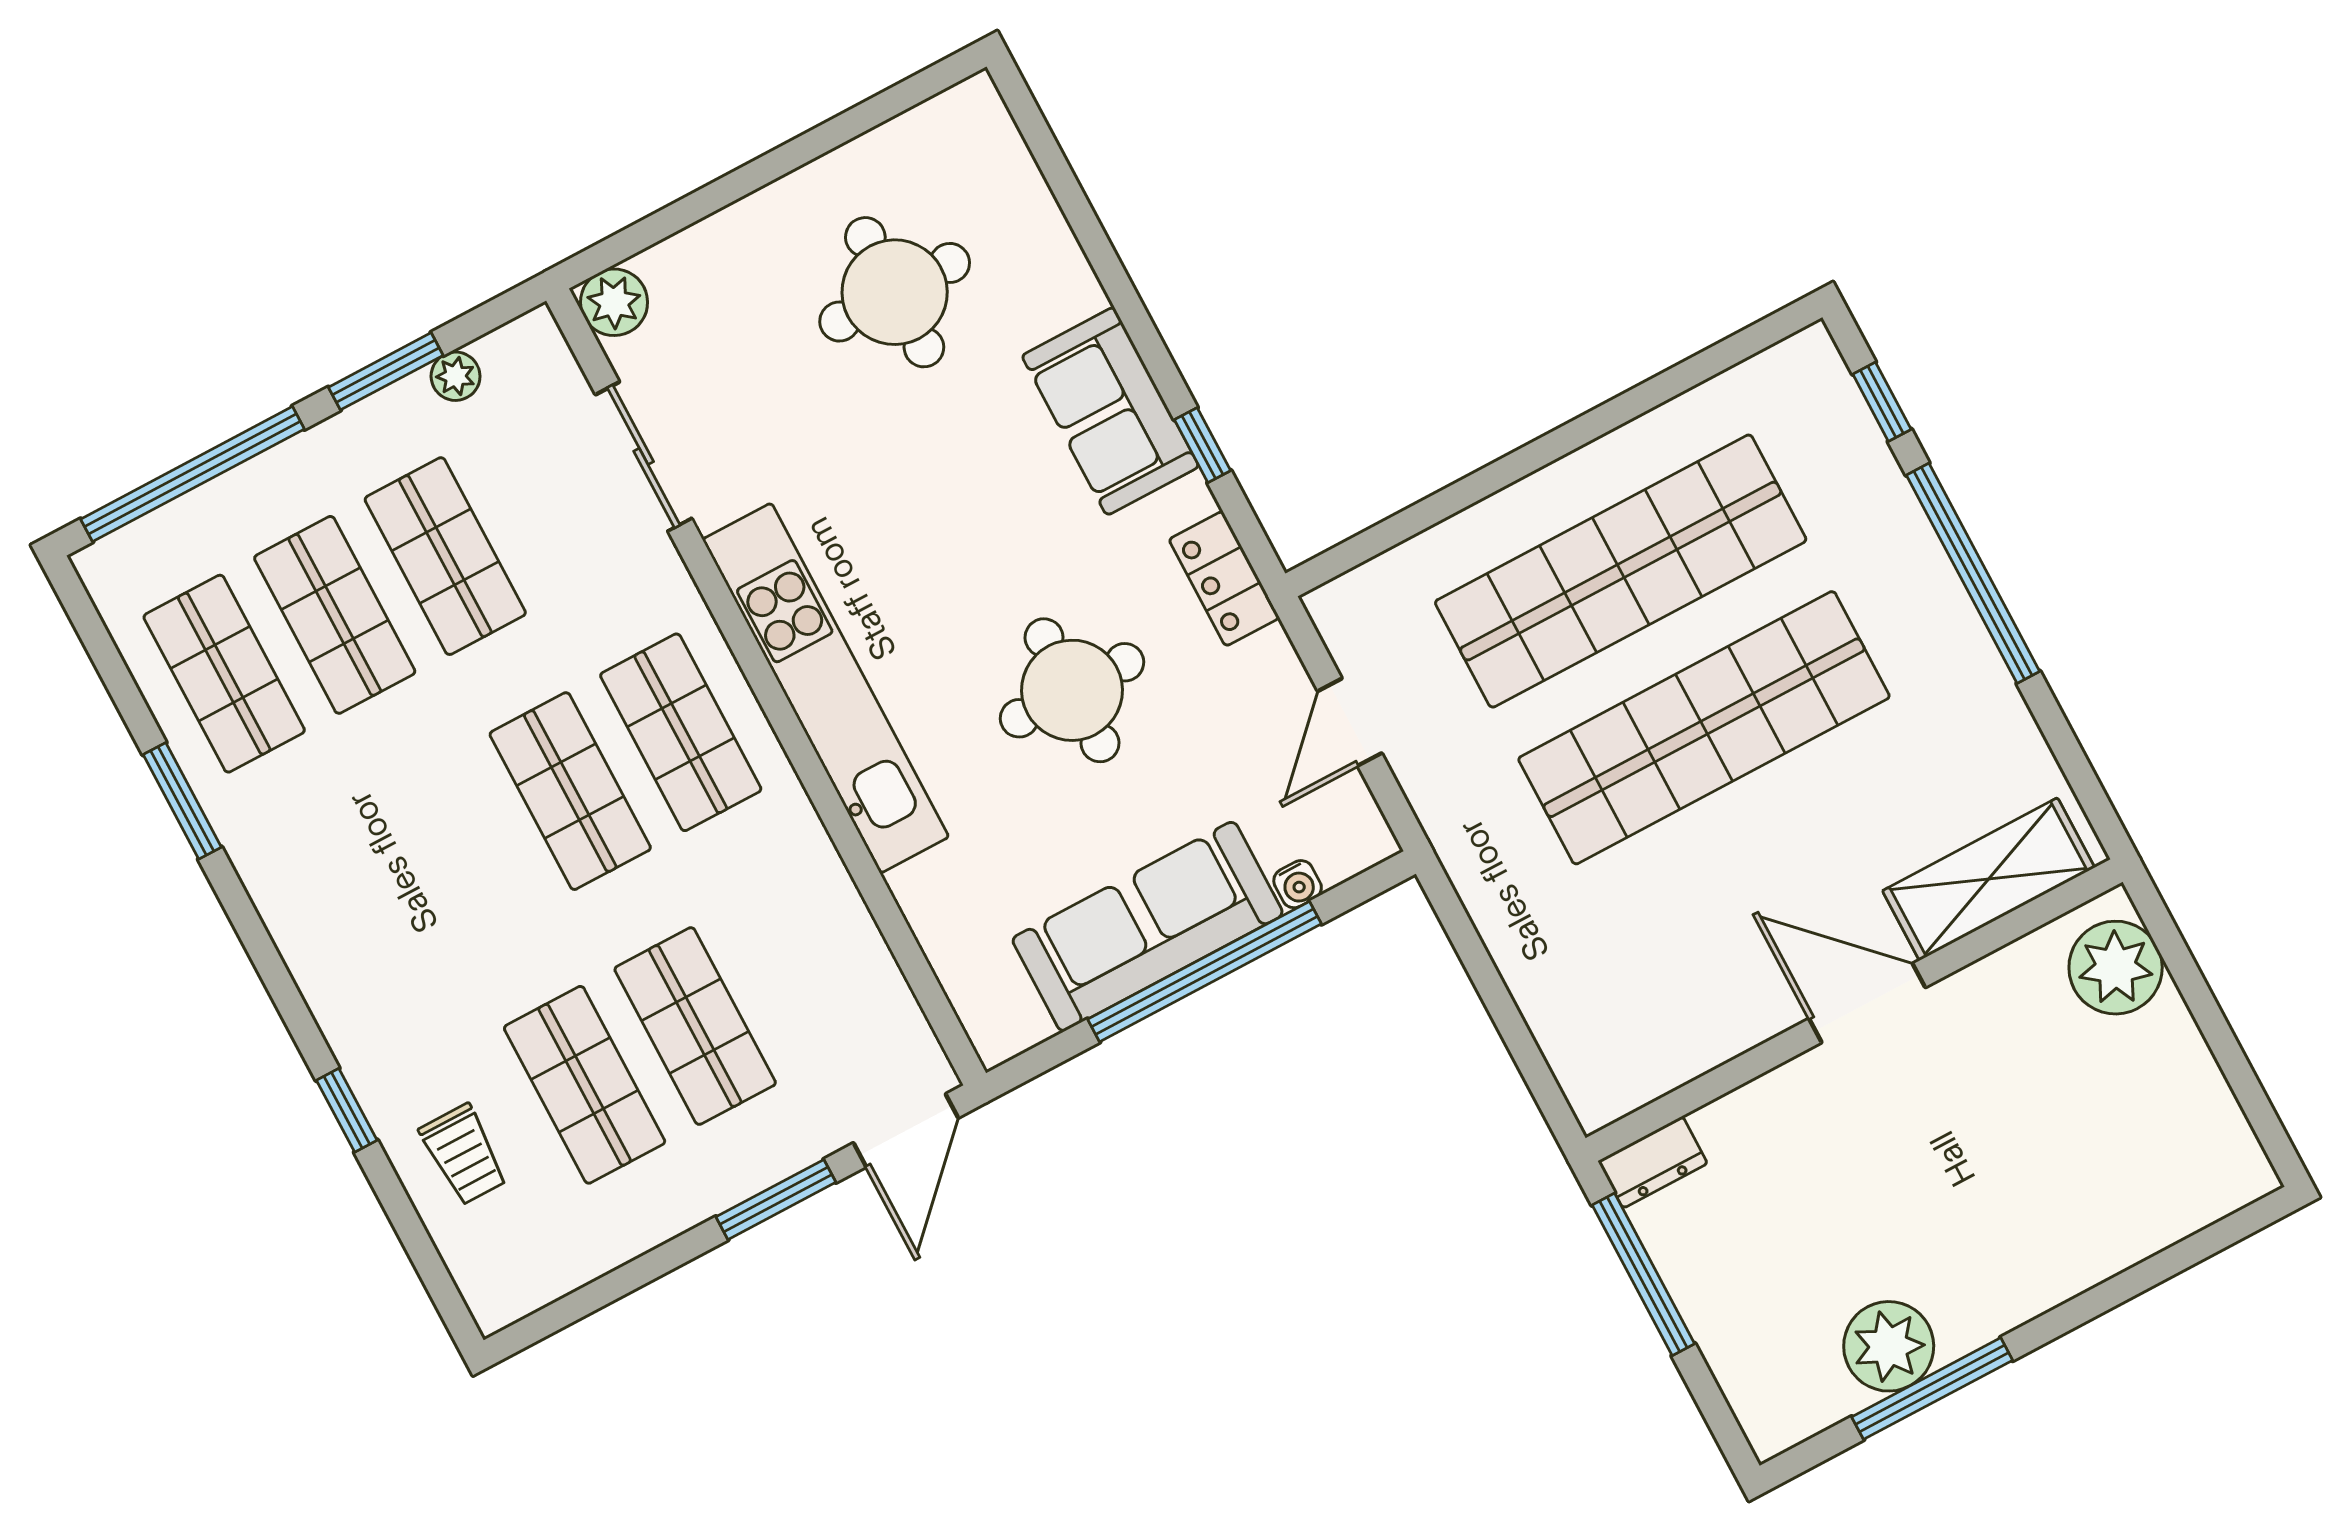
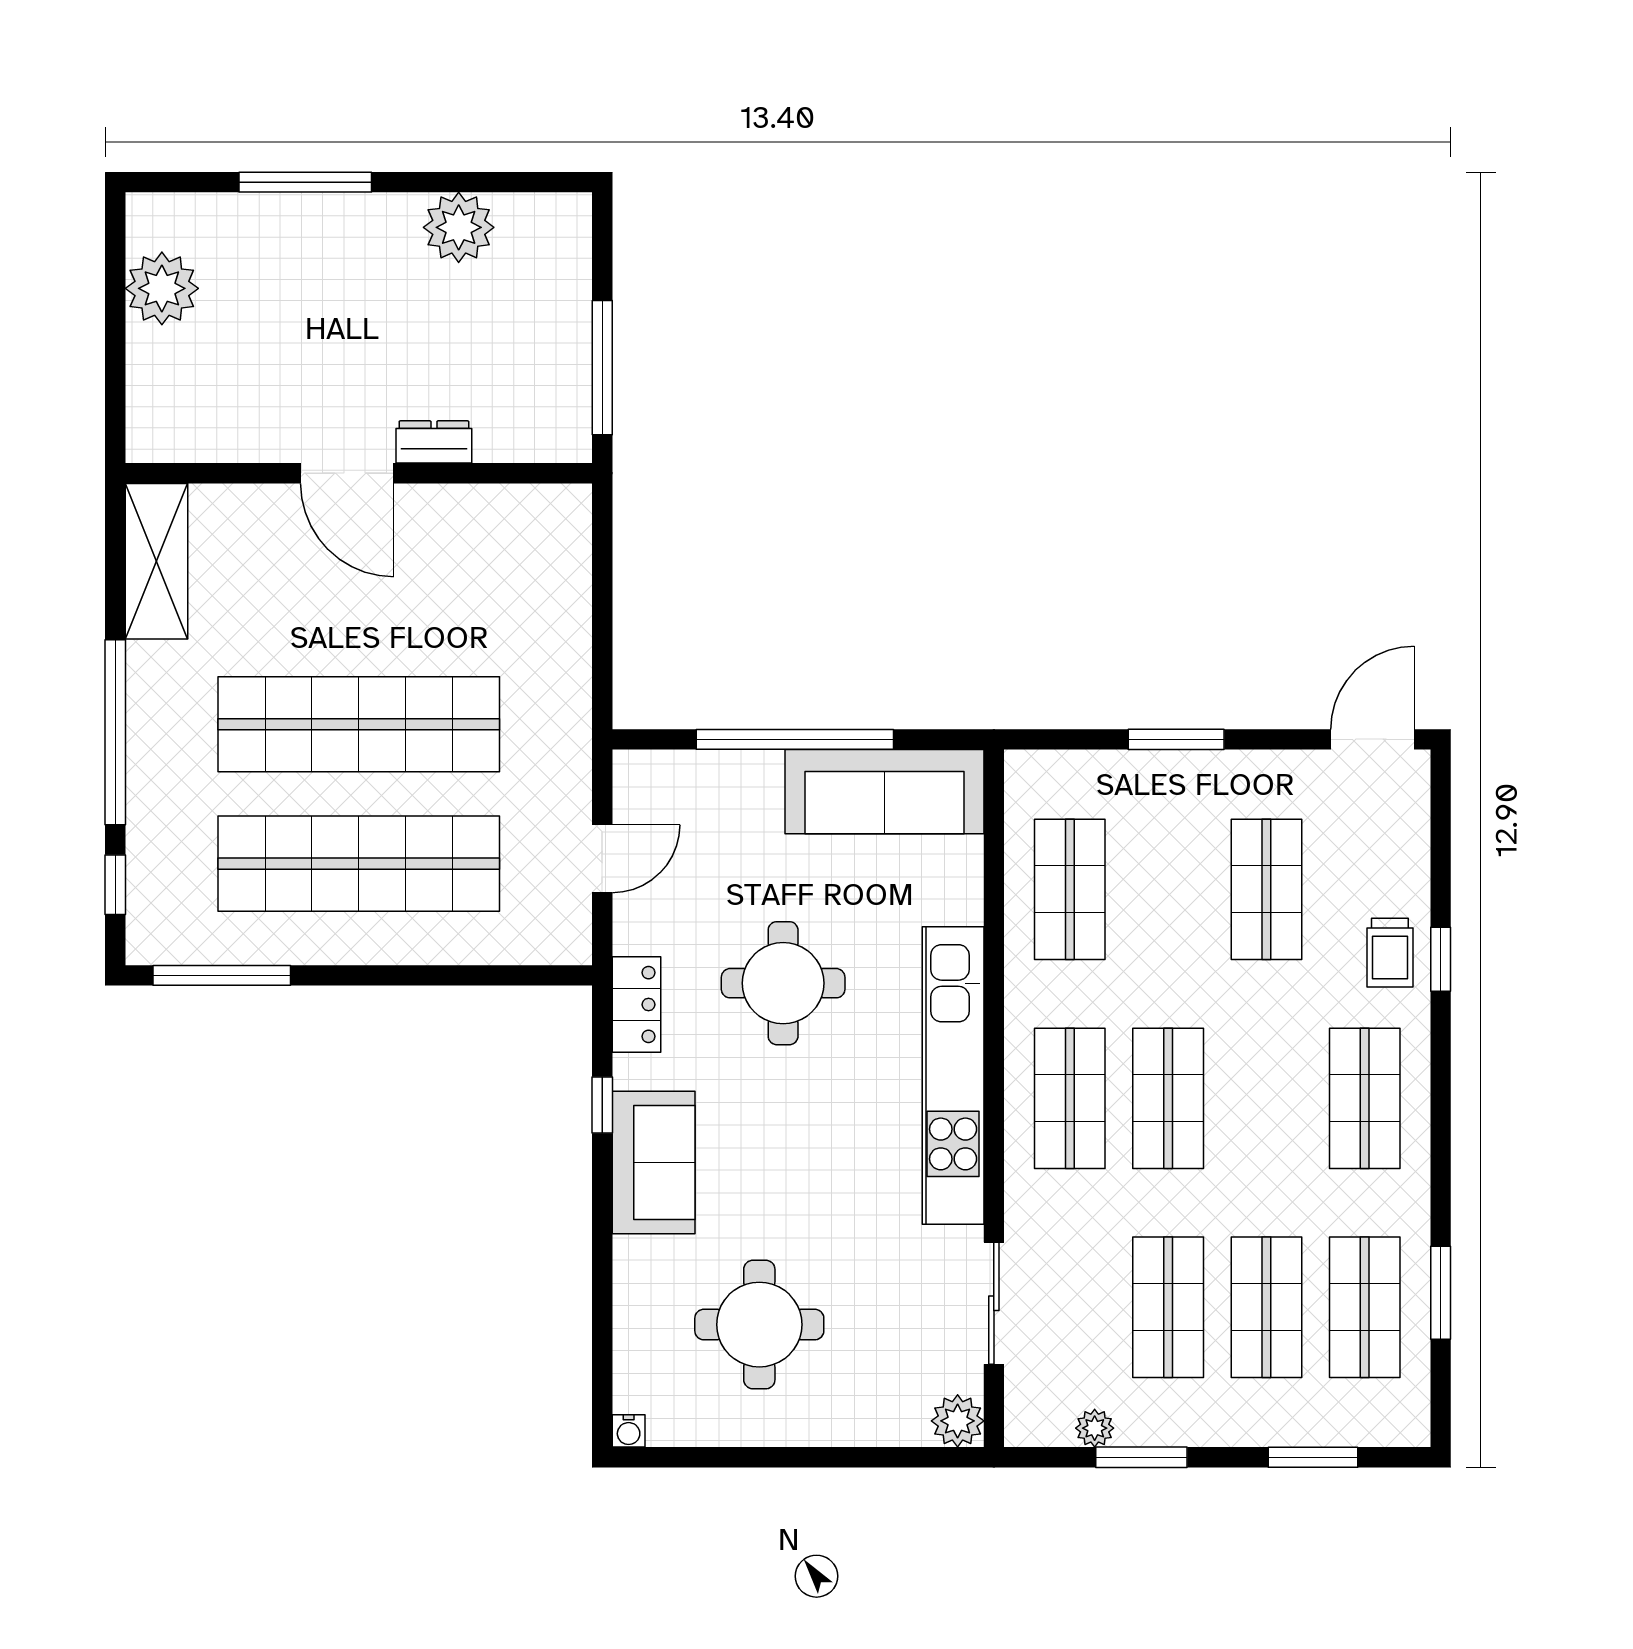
window: (1708, 364) -> (222, 975), added
window: (193, 474) -> (1313, 1457), width x0.47
window: (182, 801) -> (1441, 1293), moved
shelving: (1988, 879) -> (156, 561), moved, turned 90
water cooler: (1298, 884) -> (629, 1431), moved, turned 180
shop shelf: (349, 909) -> (1365, 1098), added
sofa: (1148, 926) -> (885, 792), moved
plant: (2116, 968) -> (162, 288), moved
shop shelf: (695, 1026) -> (1070, 889), moved
door: (906, 1130) -> (1372, 739), moved
trolley: (464, 1154) -> (1390, 953), moved, turned 180
dresser: (1653, 1162) -> (434, 442), moved
window: (1932, 1389) -> (305, 182), moved

